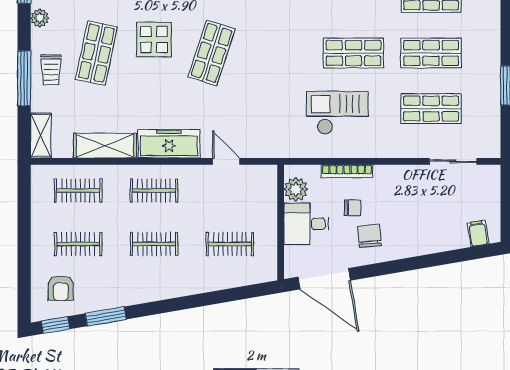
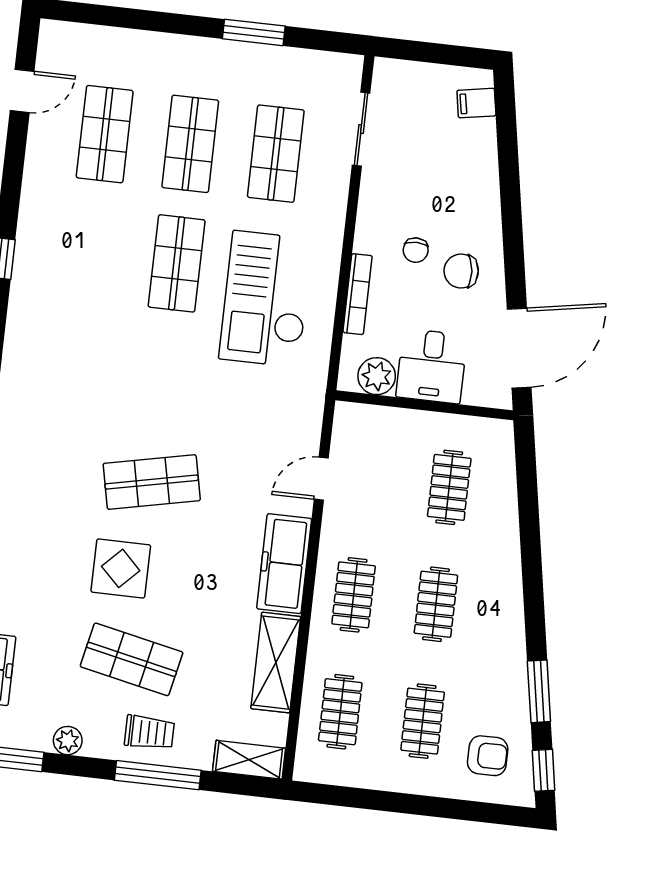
shop shelf: (212, 53) -> (152, 482), turned -30
checkout: (337, 113) -> (266, 299), width x1.36, depth x1.21
chair: (353, 208) -> (416, 250), moved, turned 180

